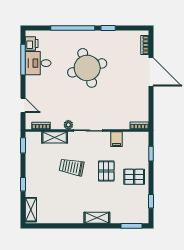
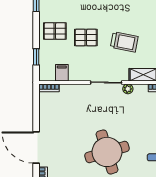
filing cabinet: (117, 139) -> (62, 73), moved
pallet: (106, 171) -> (86, 37), turned 90

